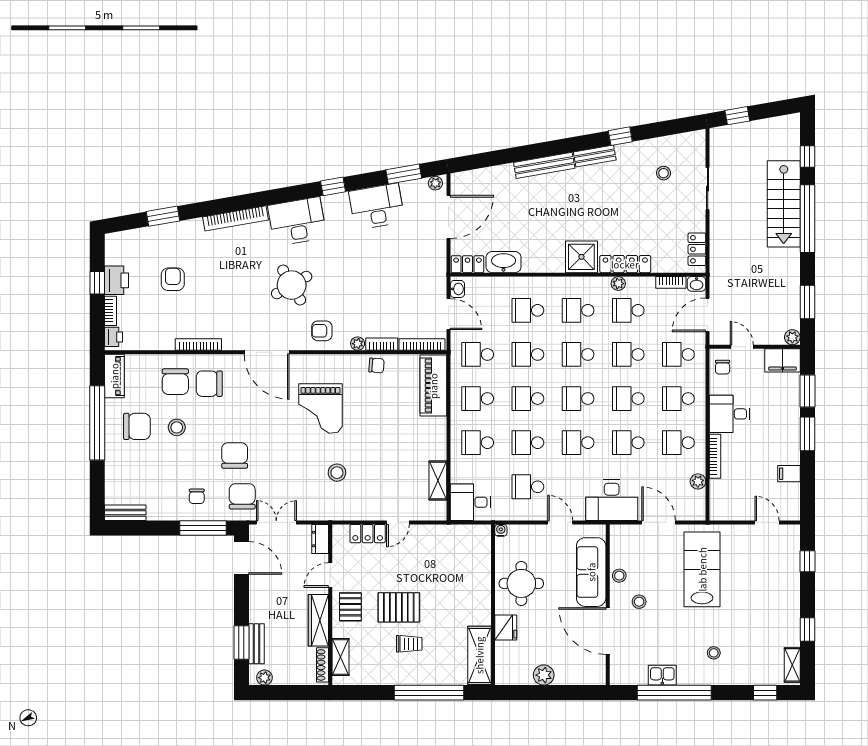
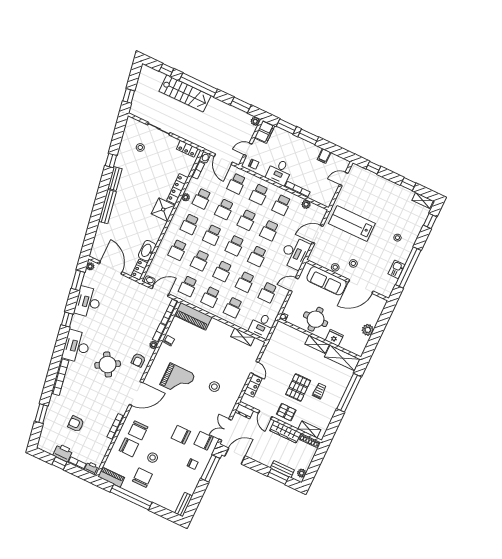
shelving: (482, 605) -> (317, 344), added

